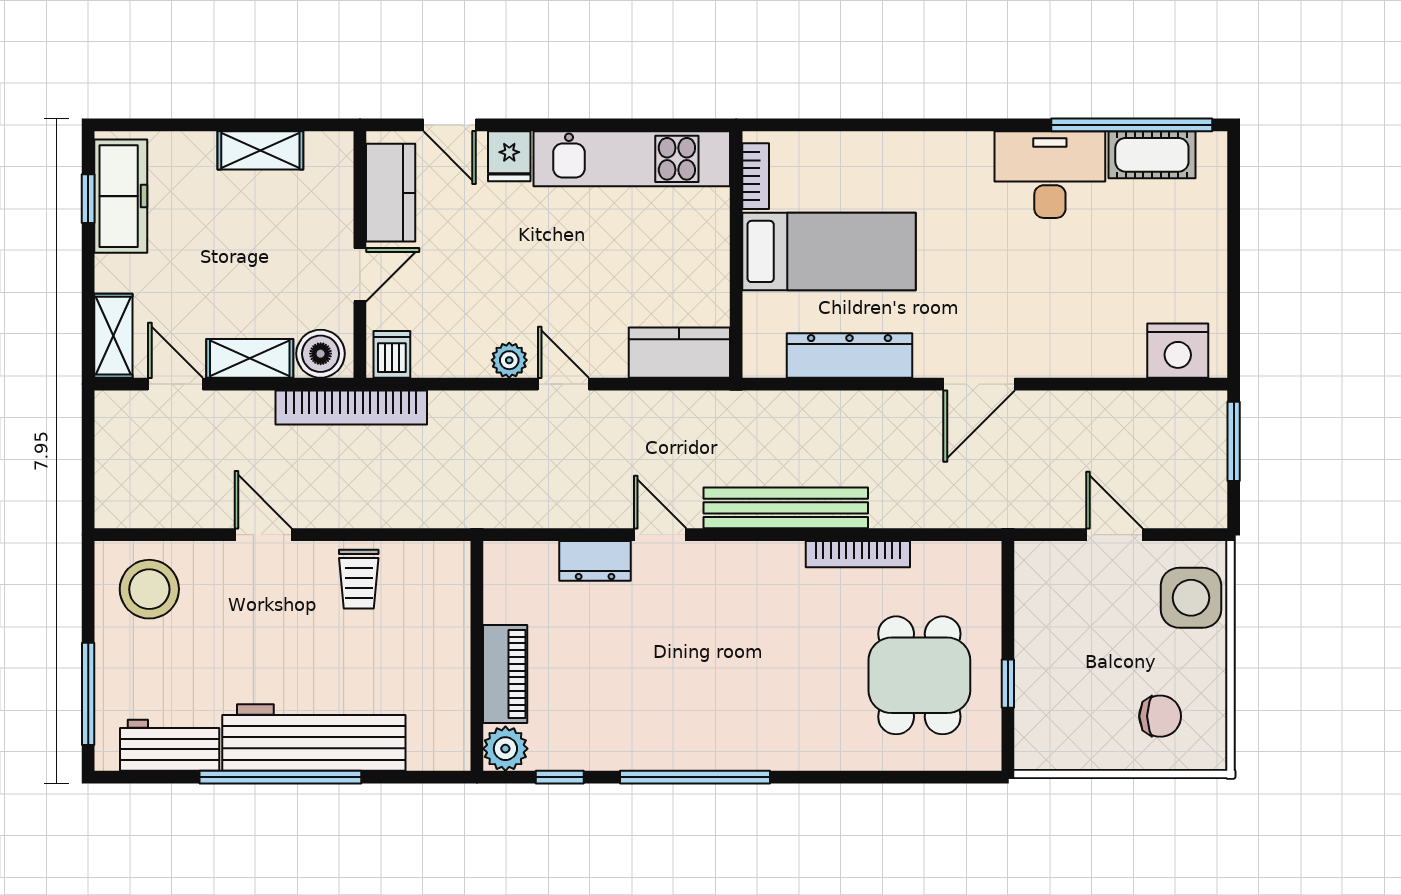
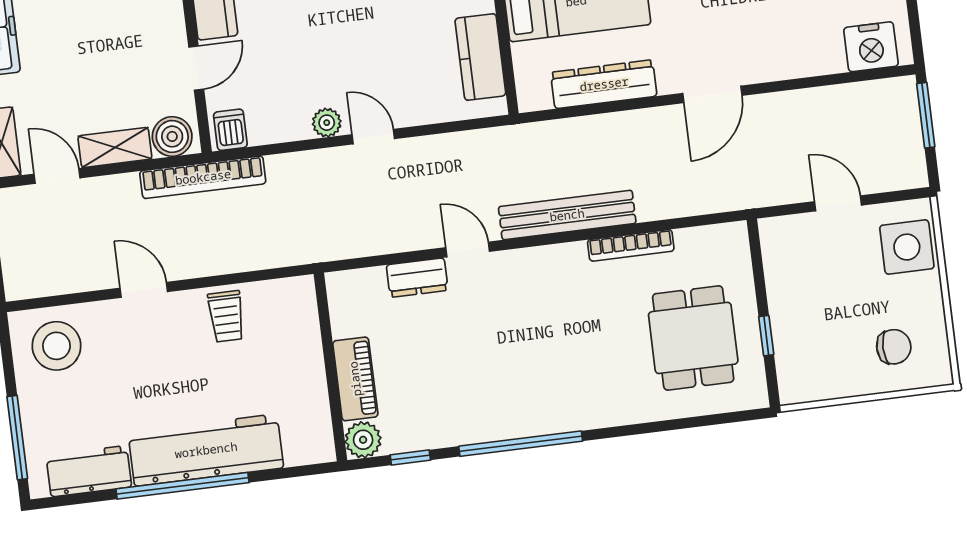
kitchen counter: (679, 353) -> (480, 57), moved, turned -90

